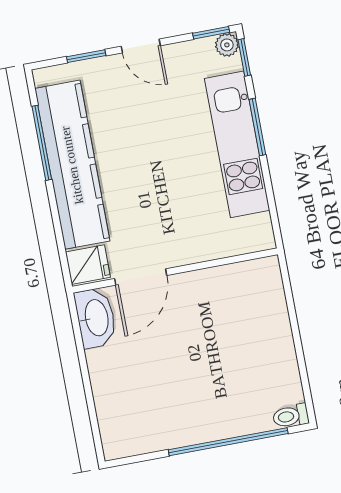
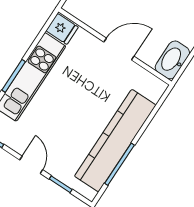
fridge: (88, 265) -> (62, 29), moved, turned 180
door: (141, 277) -> (119, 49), moved

